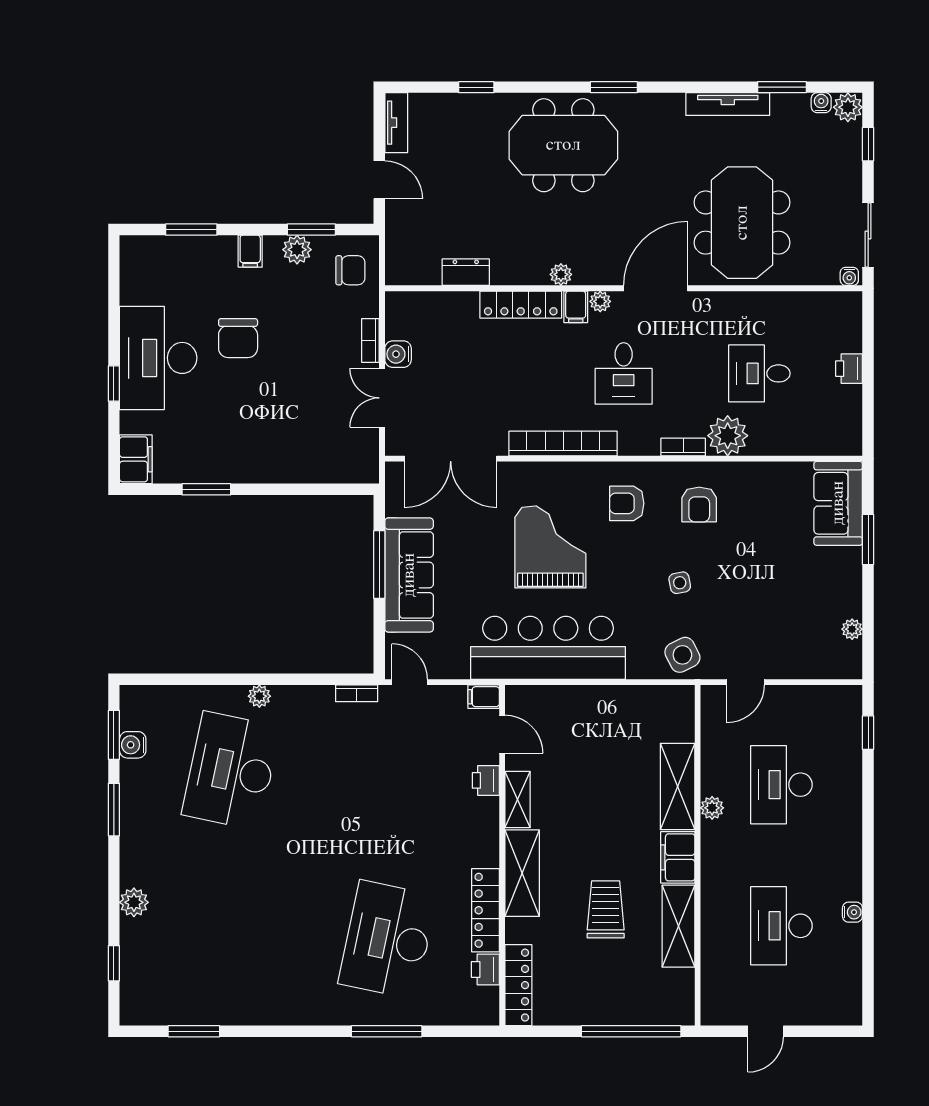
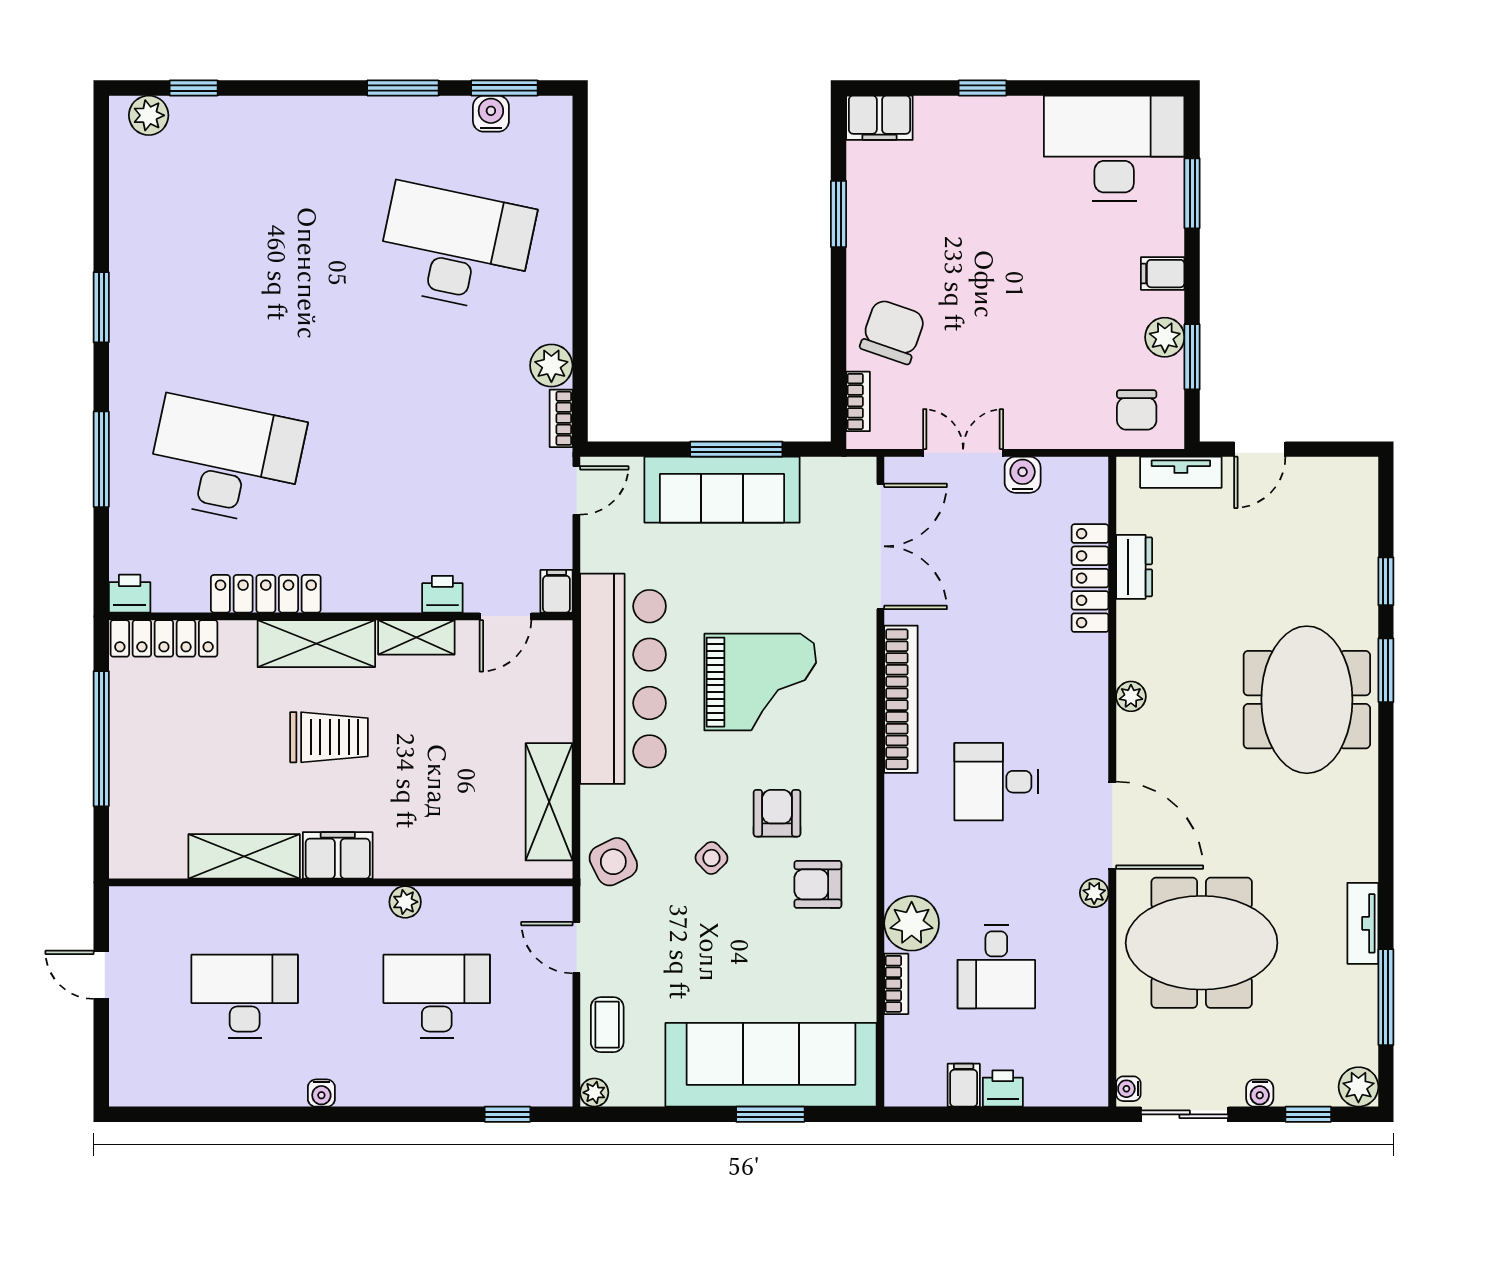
window: (614, 87) -> (1386, 670), moved
window: (782, 87) -> (1386, 997), width x1.44
water cooler: (821, 103) -> (1260, 1093), moved, turned 90
tv unit: (728, 104) -> (1363, 923), width x0.71
tv unit: (396, 123) -> (1181, 472), moved
plant: (600, 301) -> (1094, 893), moved
locker: (521, 305) -> (1090, 578), moved
filing cabinet: (576, 307) -> (964, 1085), moved, turned 90
chair: (238, 338) -> (893, 332), moved, turned 109
bookcase: (370, 340) -> (858, 401), moved, turned 90
desk: (158, 358) -> (1114, 148), moved
desk: (759, 373) -> (996, 966), turned 180
bookcase: (683, 447) -> (896, 984), moved
double door: (451, 459) -> (880, 546), swing flipped
armchair: (627, 503) -> (777, 813), moved
sofa: (838, 503) -> (771, 1065), width x1.85, depth x1.27
side table: (680, 583) -> (711, 858), turned -33
plant: (852, 629) -> (594, 1093), moved
coffee table: (802, 659) -> (607, 1025), added
plant: (259, 696) -> (551, 366), moved, width x1.38, depth x1.38
shelving: (678, 786) -> (549, 802), moved, turned 90
plant: (134, 902) -> (149, 115), moved
trolley: (606, 909) -> (329, 737), moved
water cooler: (852, 912) -> (321, 1093), moved
printer: (485, 969) -> (130, 594), moved
window: (194, 1031) -> (101, 307), moved
window: (631, 1031) -> (101, 739), moved

